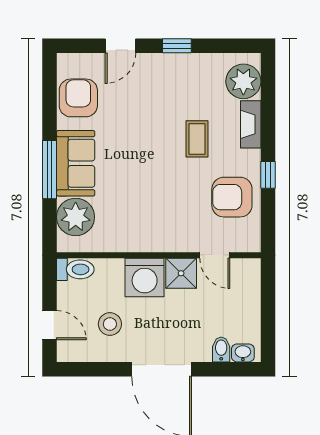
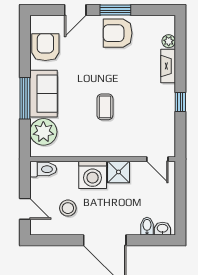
window: (177, 46) -> (115, 10), width x1.50
plant: (243, 81) -> (169, 41), width x0.53, depth x0.53
coffee table: (197, 139) -> (105, 107), moved
armchair: (232, 197) -> (118, 33), moved
door: (215, 255) -> (157, 159), moved

